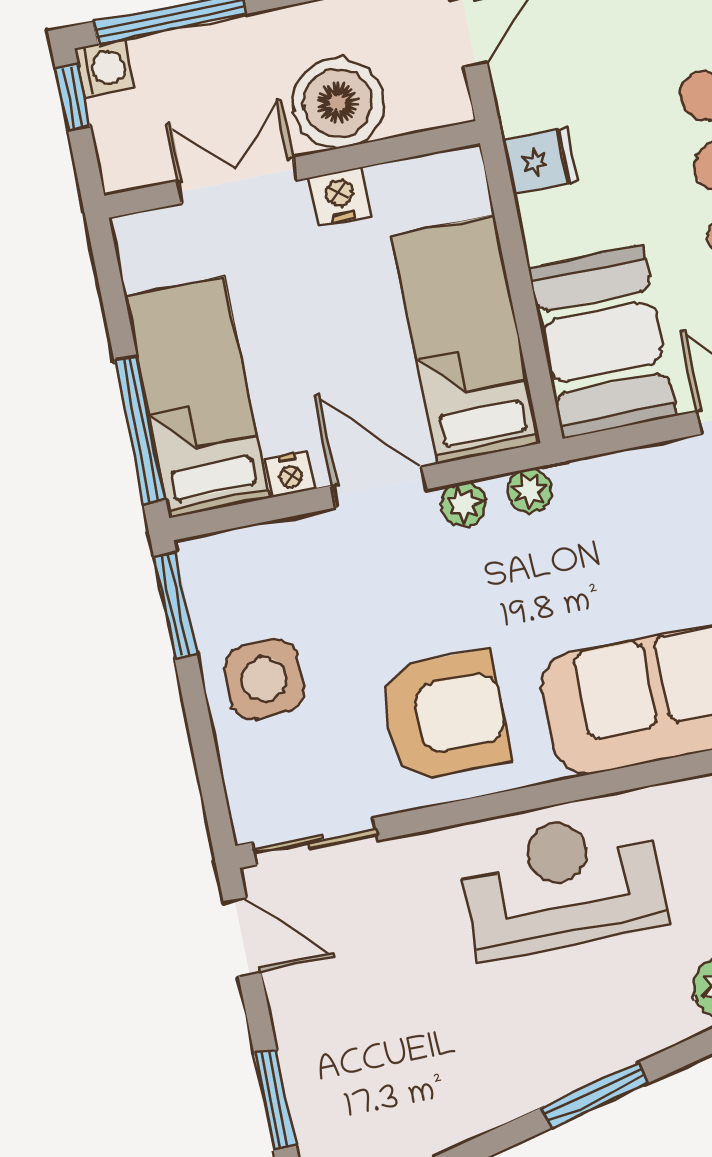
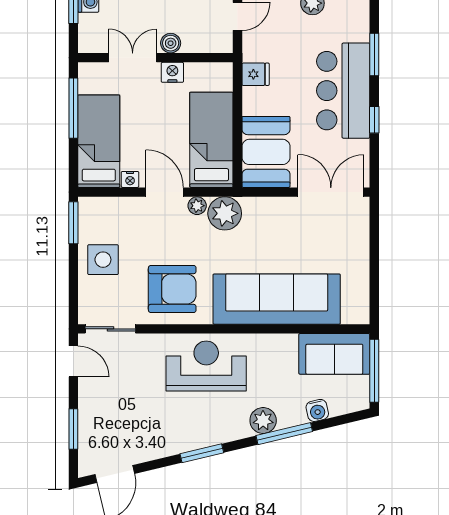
boiler: (338, 103) -> (171, 43), width x0.54, depth x0.54
window: (140, 431) -> (73, 108), moved
plant: (530, 491) -> (225, 213), width x1.88, depth x1.88

